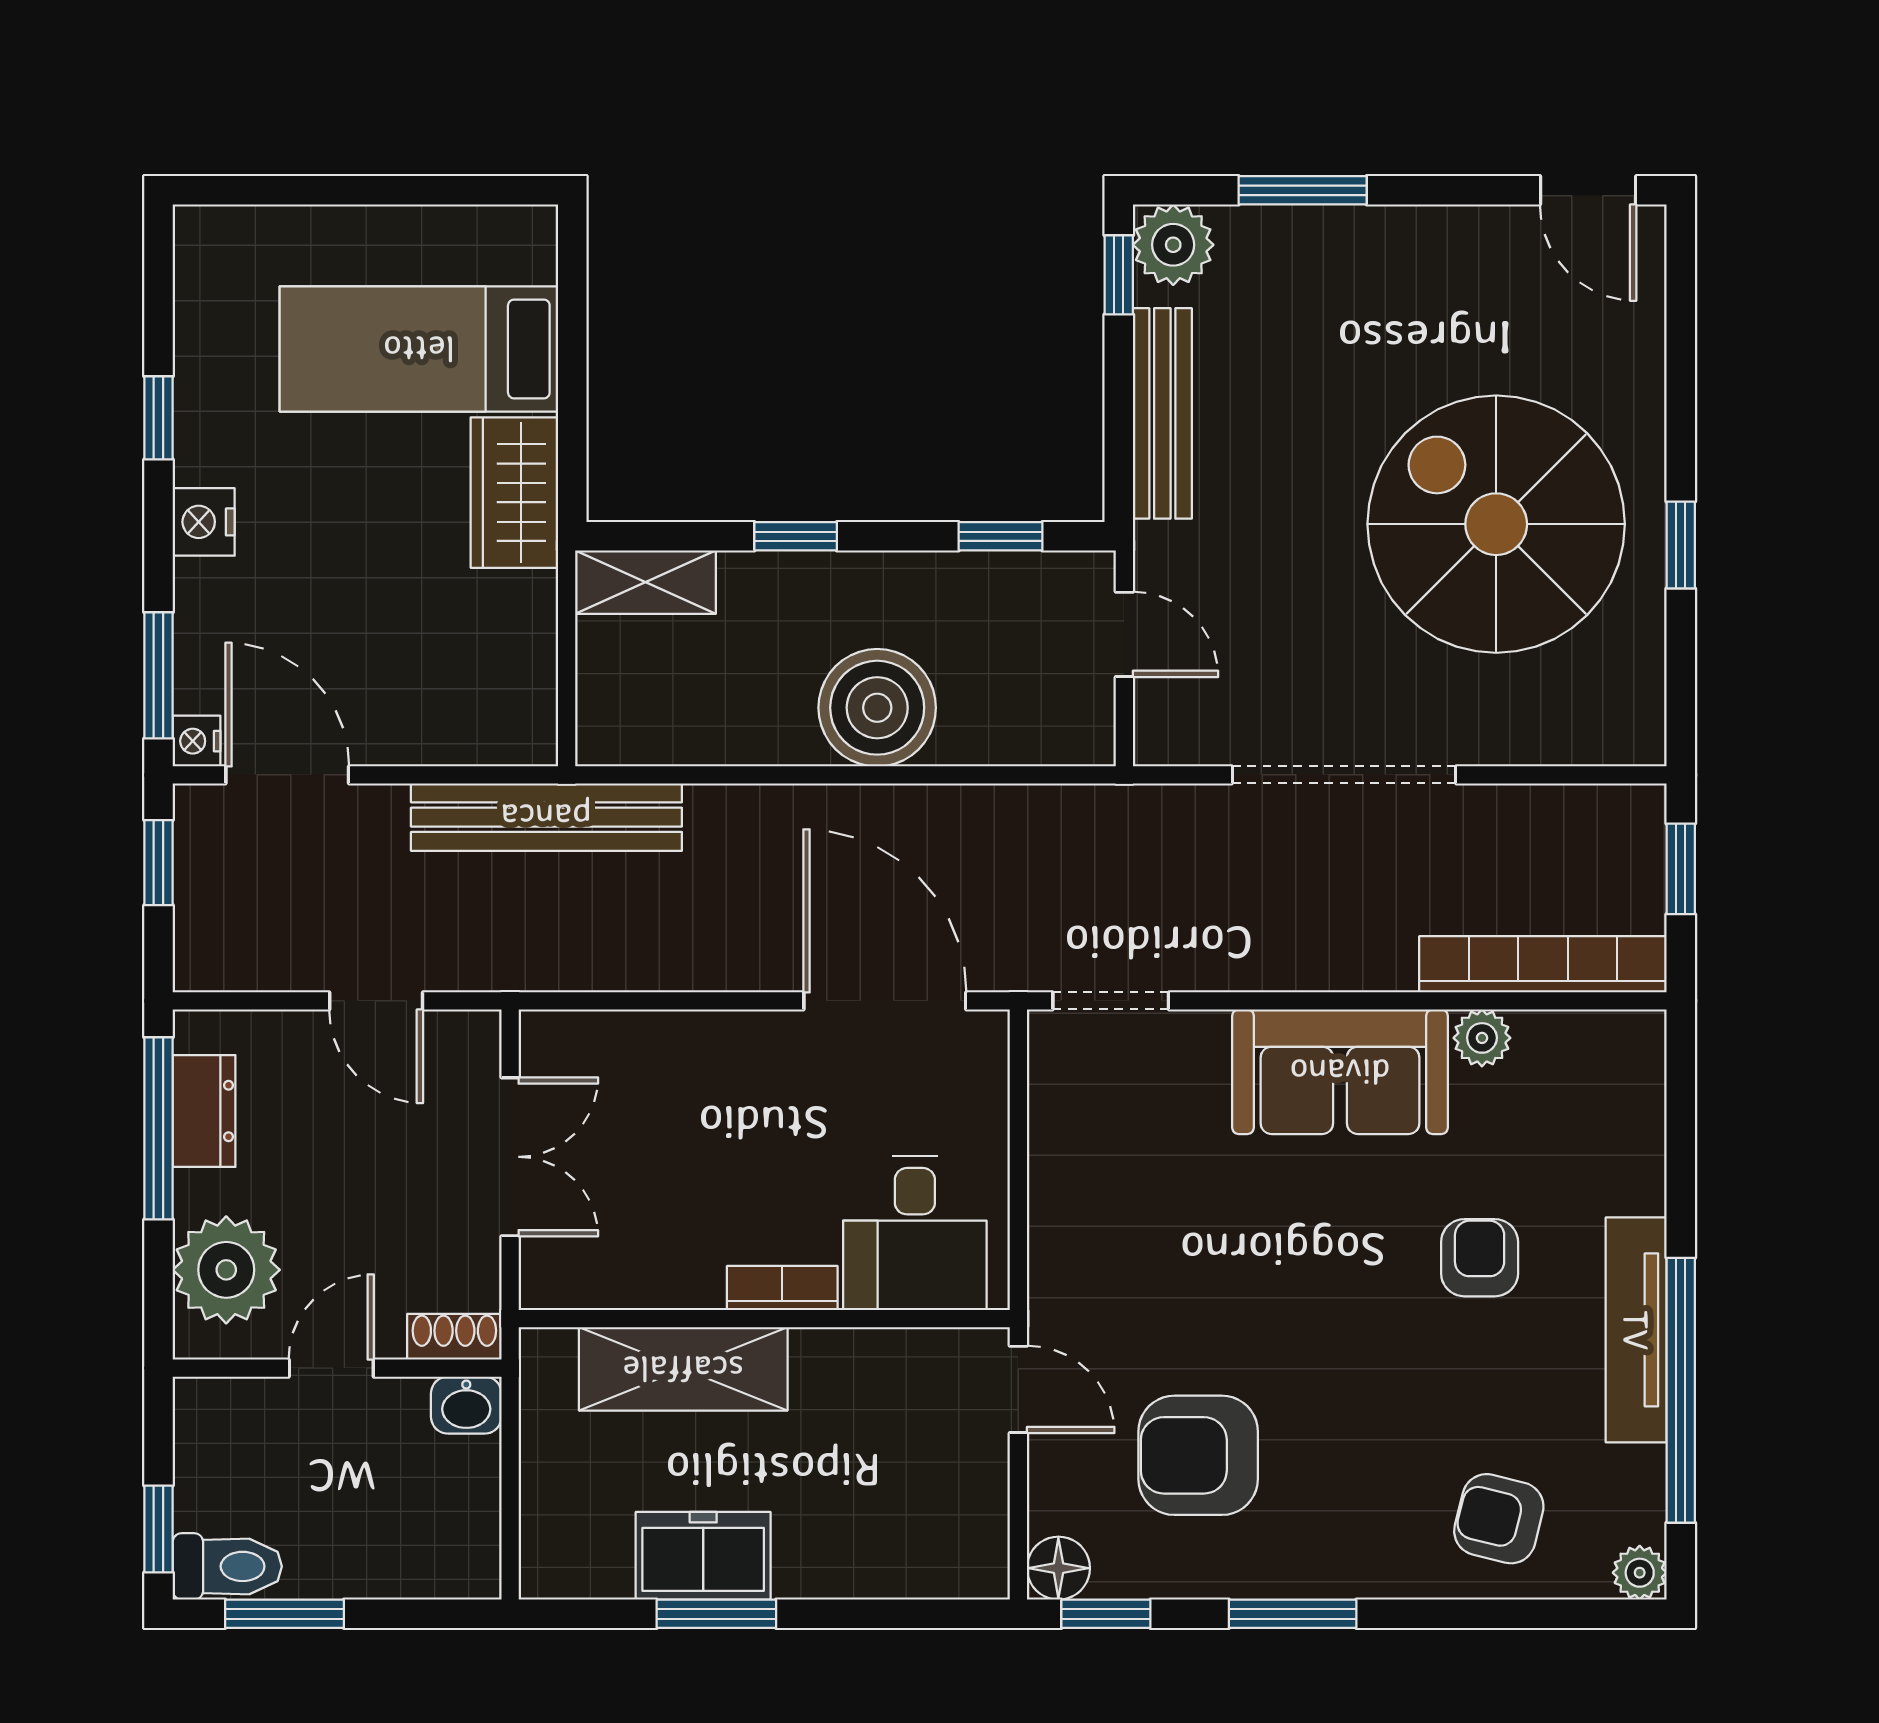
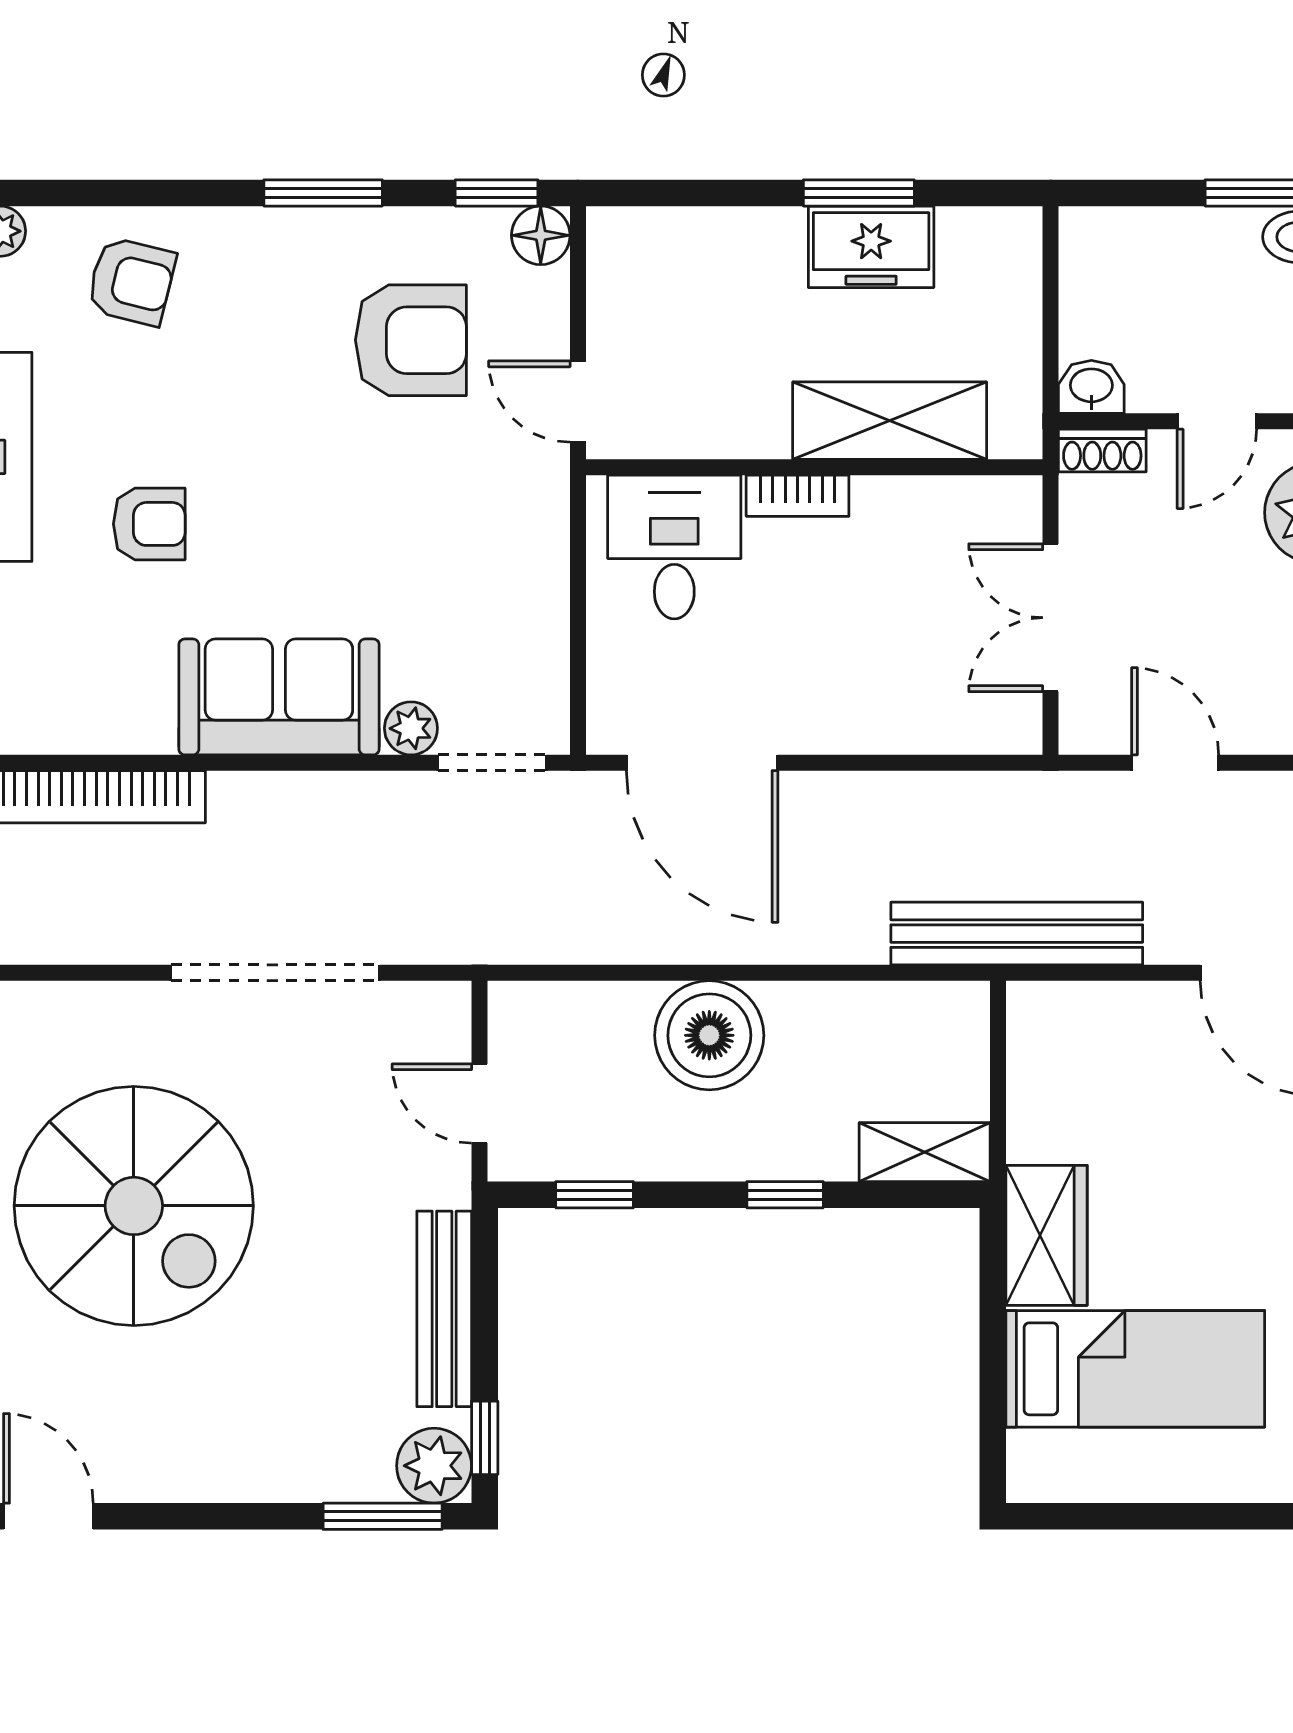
window: (1303, 190) -> (383, 1516), moved
plant: (1482, 1038) -> (411, 728), moved
armchair: (1480, 1258) -> (149, 524), turned -90

